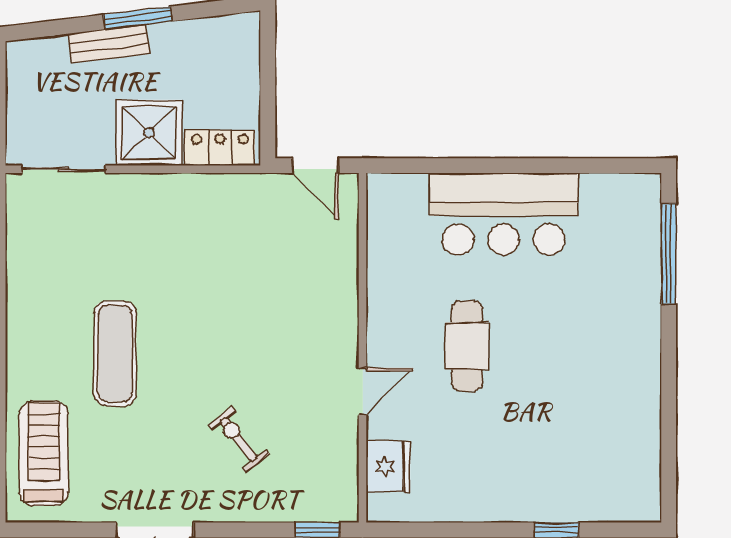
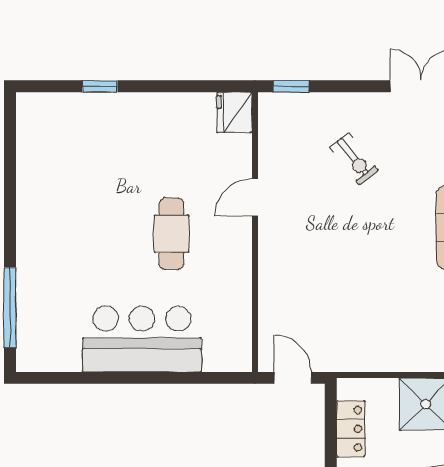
locker: (220, 148) -> (351, 429), moved, turned -90
fridge: (388, 466) -> (234, 112), moved

